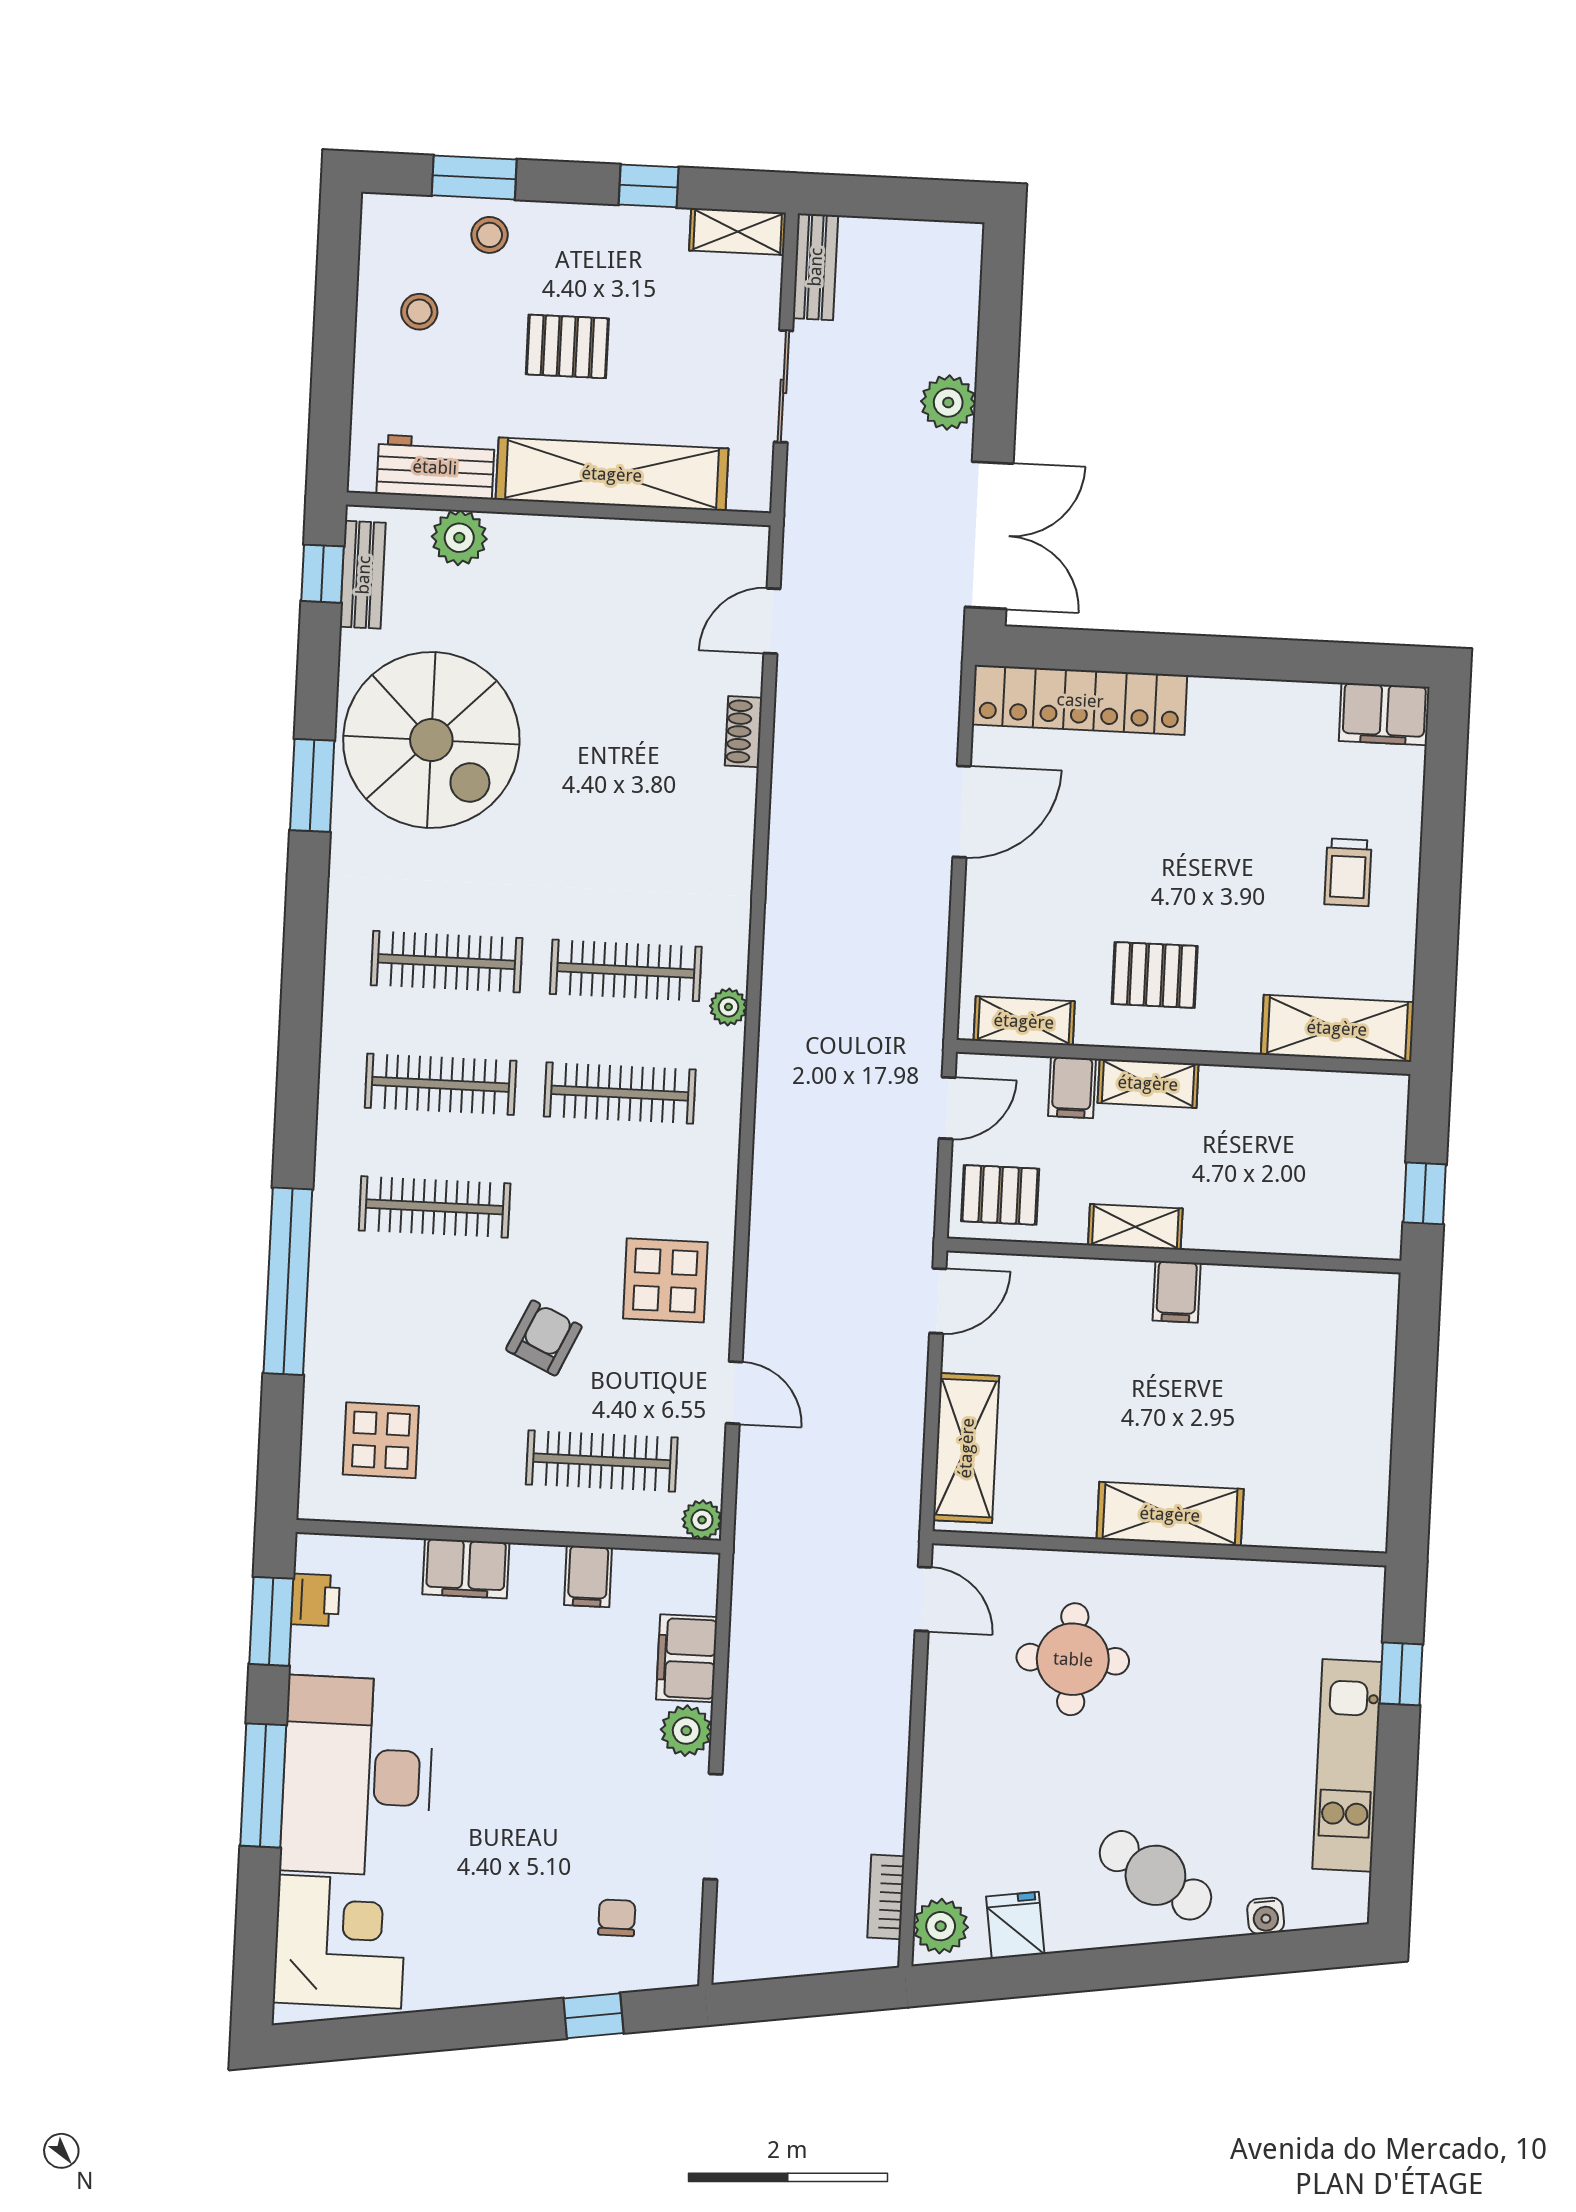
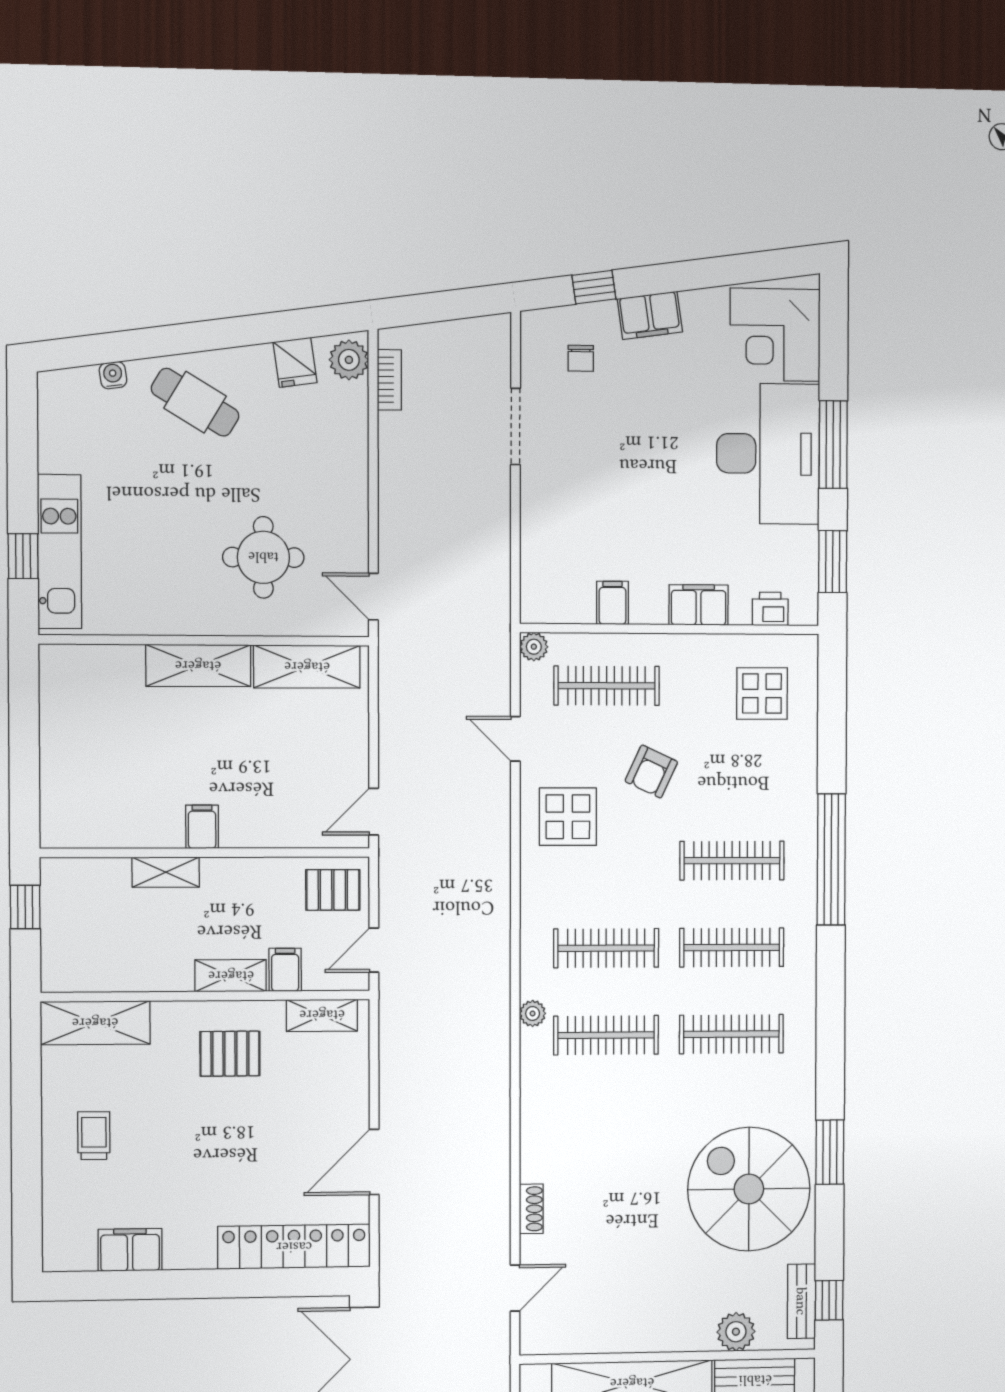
filing cabinet: (1384, 714) -> (130, 1250), moved
shelving: (1135, 1227) -> (166, 872), moved
window: (288, 1281) -> (831, 859), moved
shelving: (966, 1448) -> (307, 667), moved, turned 90
printer: (315, 1600) -> (770, 609), moved, turned 90
filing cabinet: (687, 1658) -> (650, 315), moved, turned 82
plant: (686, 1731) -> (538, 495), removed
kitchen unit: (1347, 1765) -> (59, 552), moved

